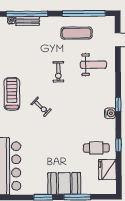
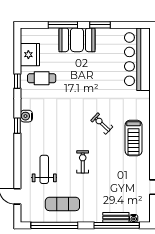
weight bench: (93, 65) -> (44, 169), turned 90

